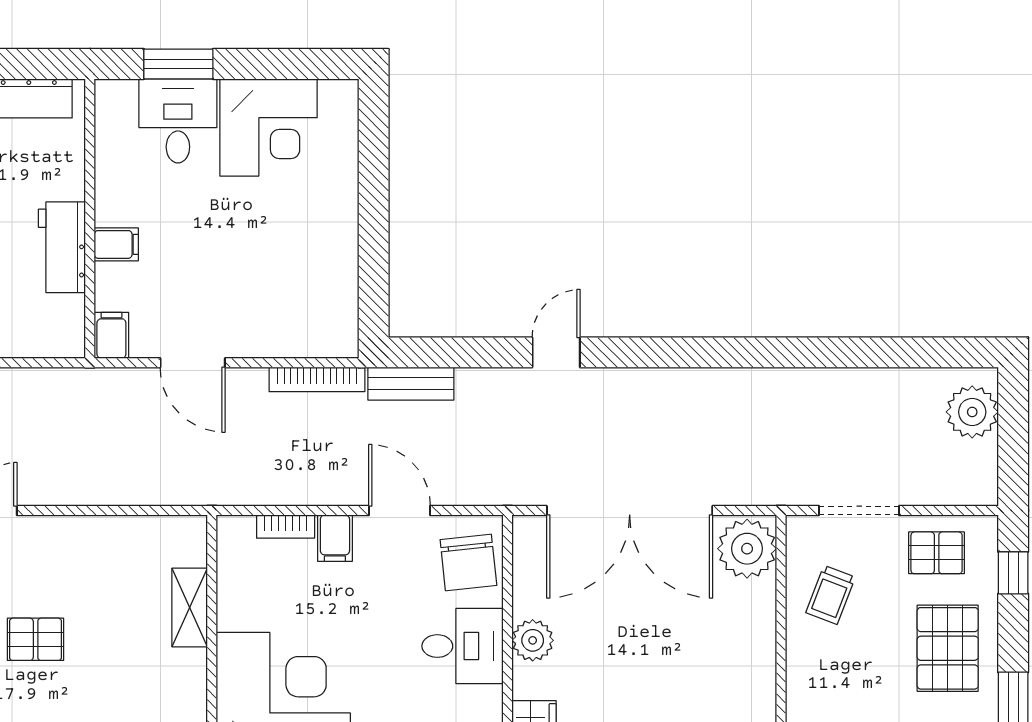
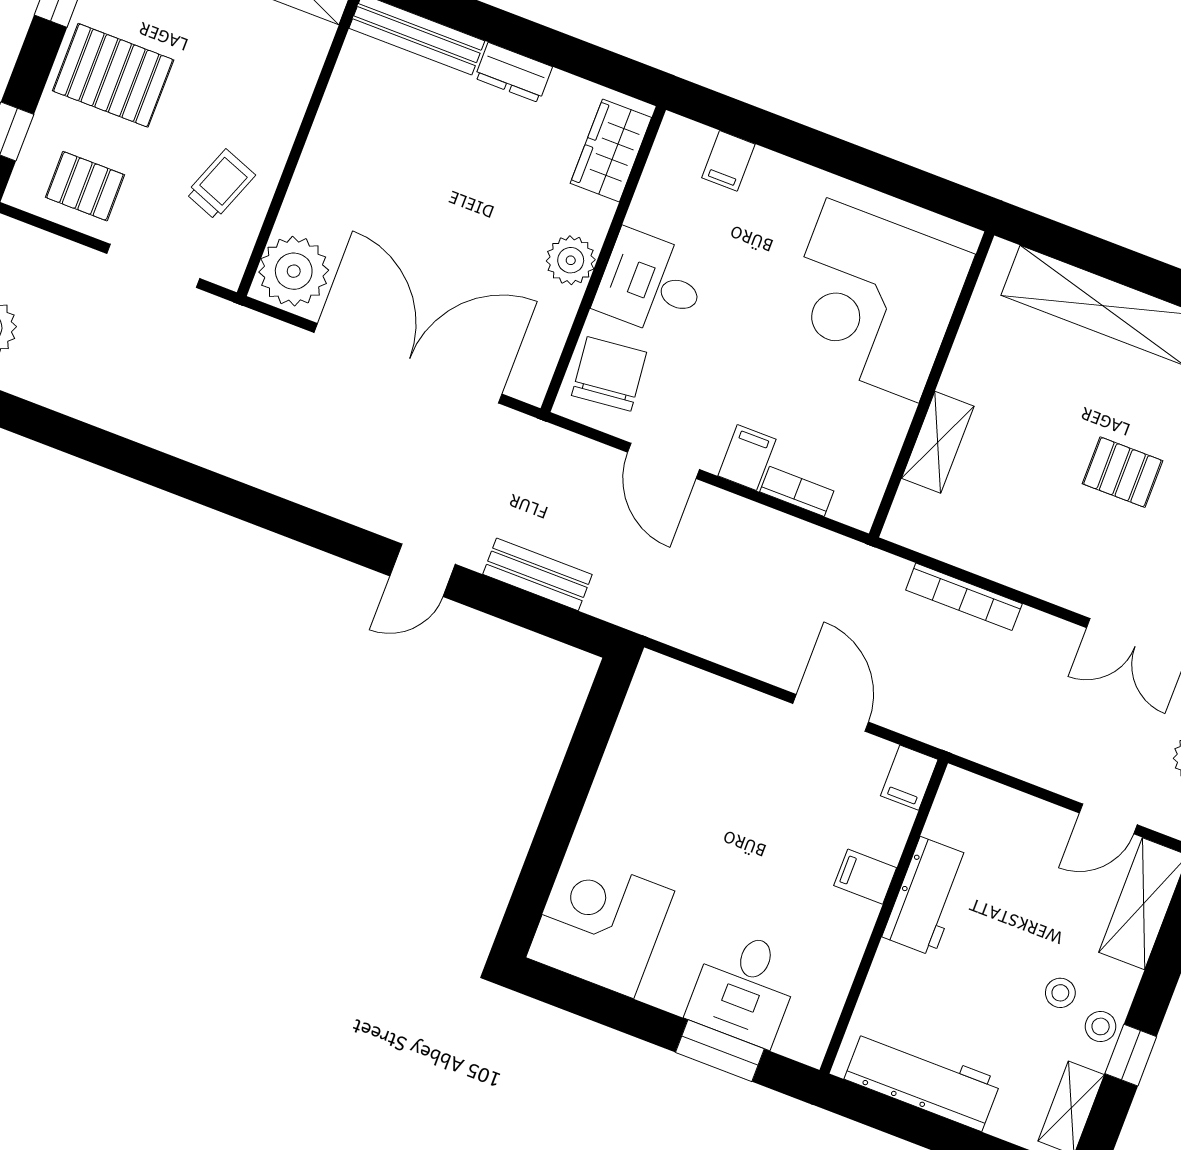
corner desk: (269, 127) -> (600, 924), moved
bookcase: (317, 379) -> (964, 597), moved, turned 180
bench: (411, 384) -> (537, 574), moved
pallet: (948, 648) -> (113, 75), turned 90

